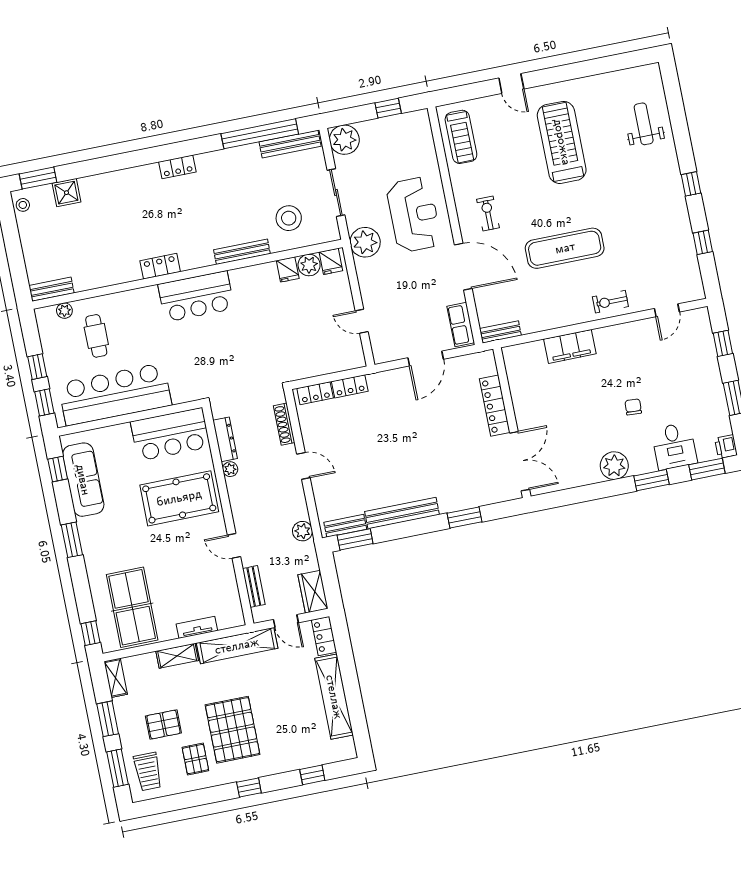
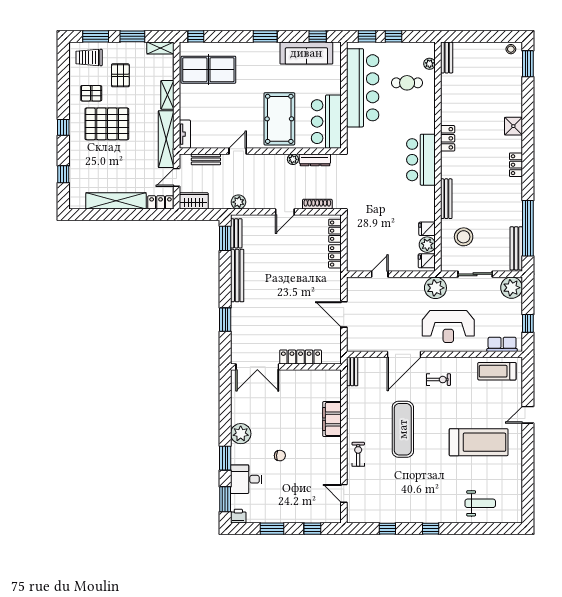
shower: (66, 193) -> (513, 126), moved
row of seats: (461, 324) -> (502, 344), moved
tv unit: (197, 627) -> (185, 134), moved

